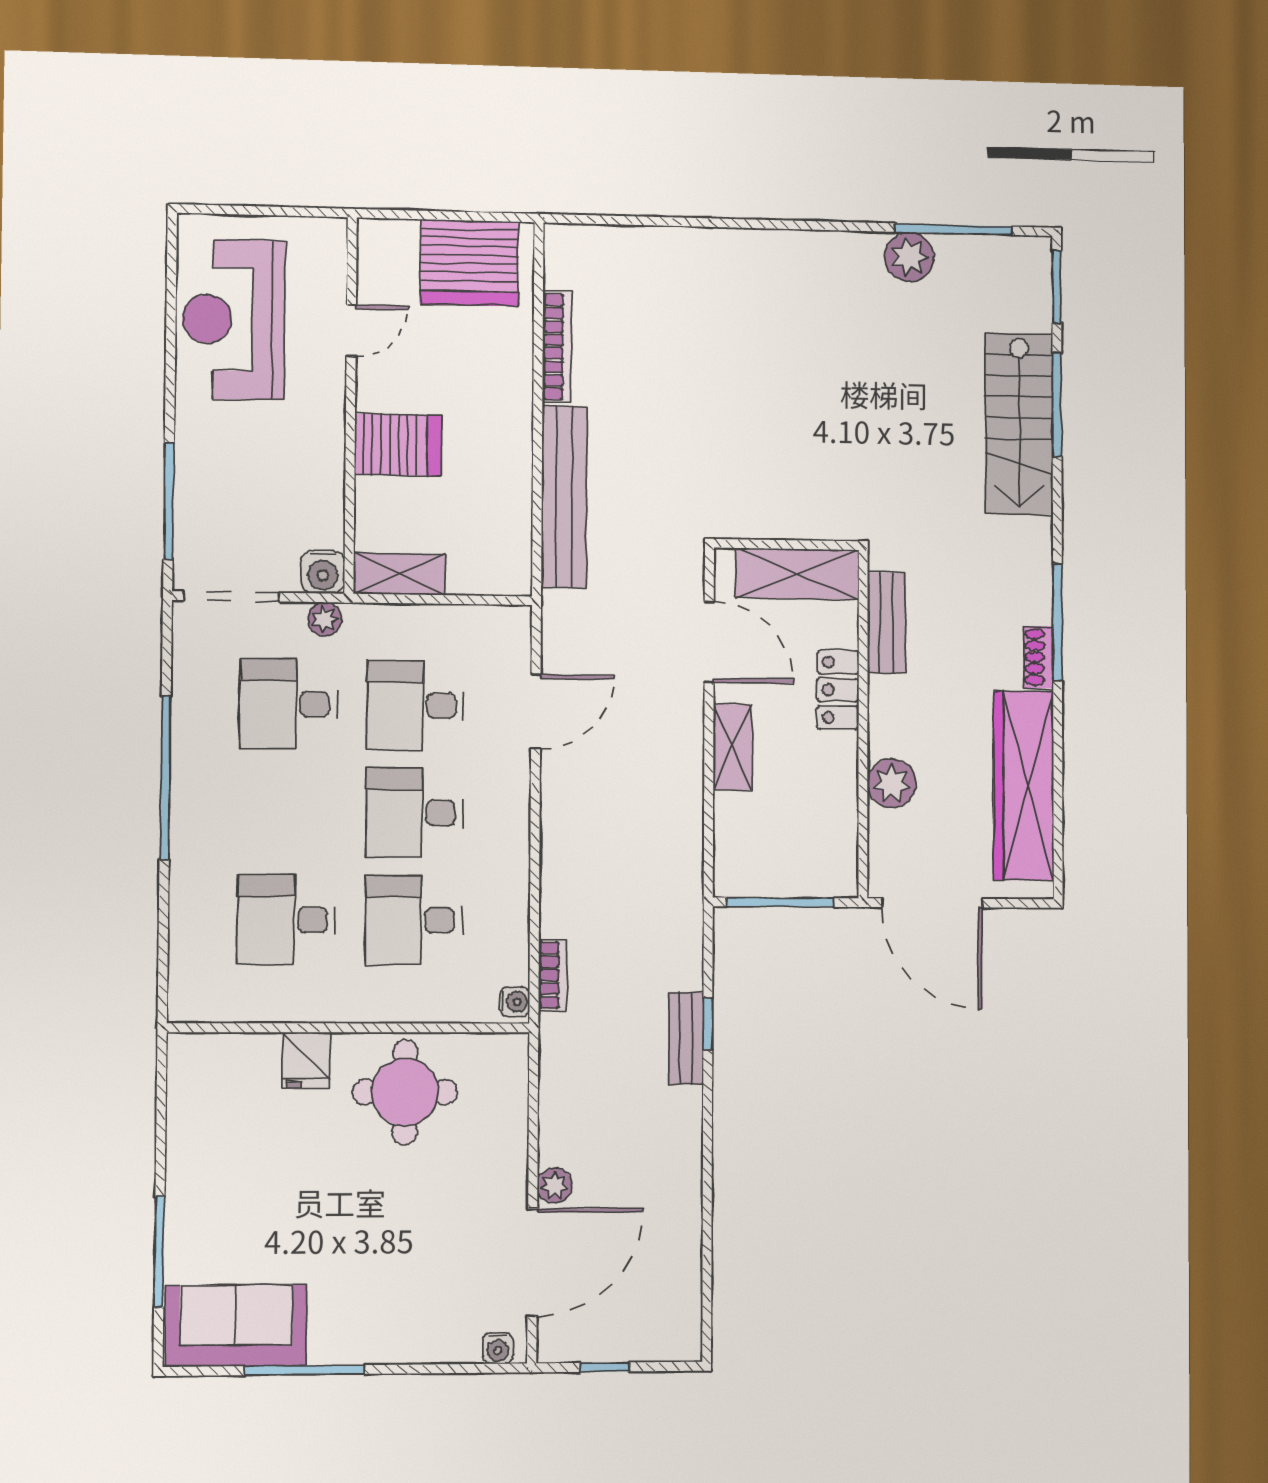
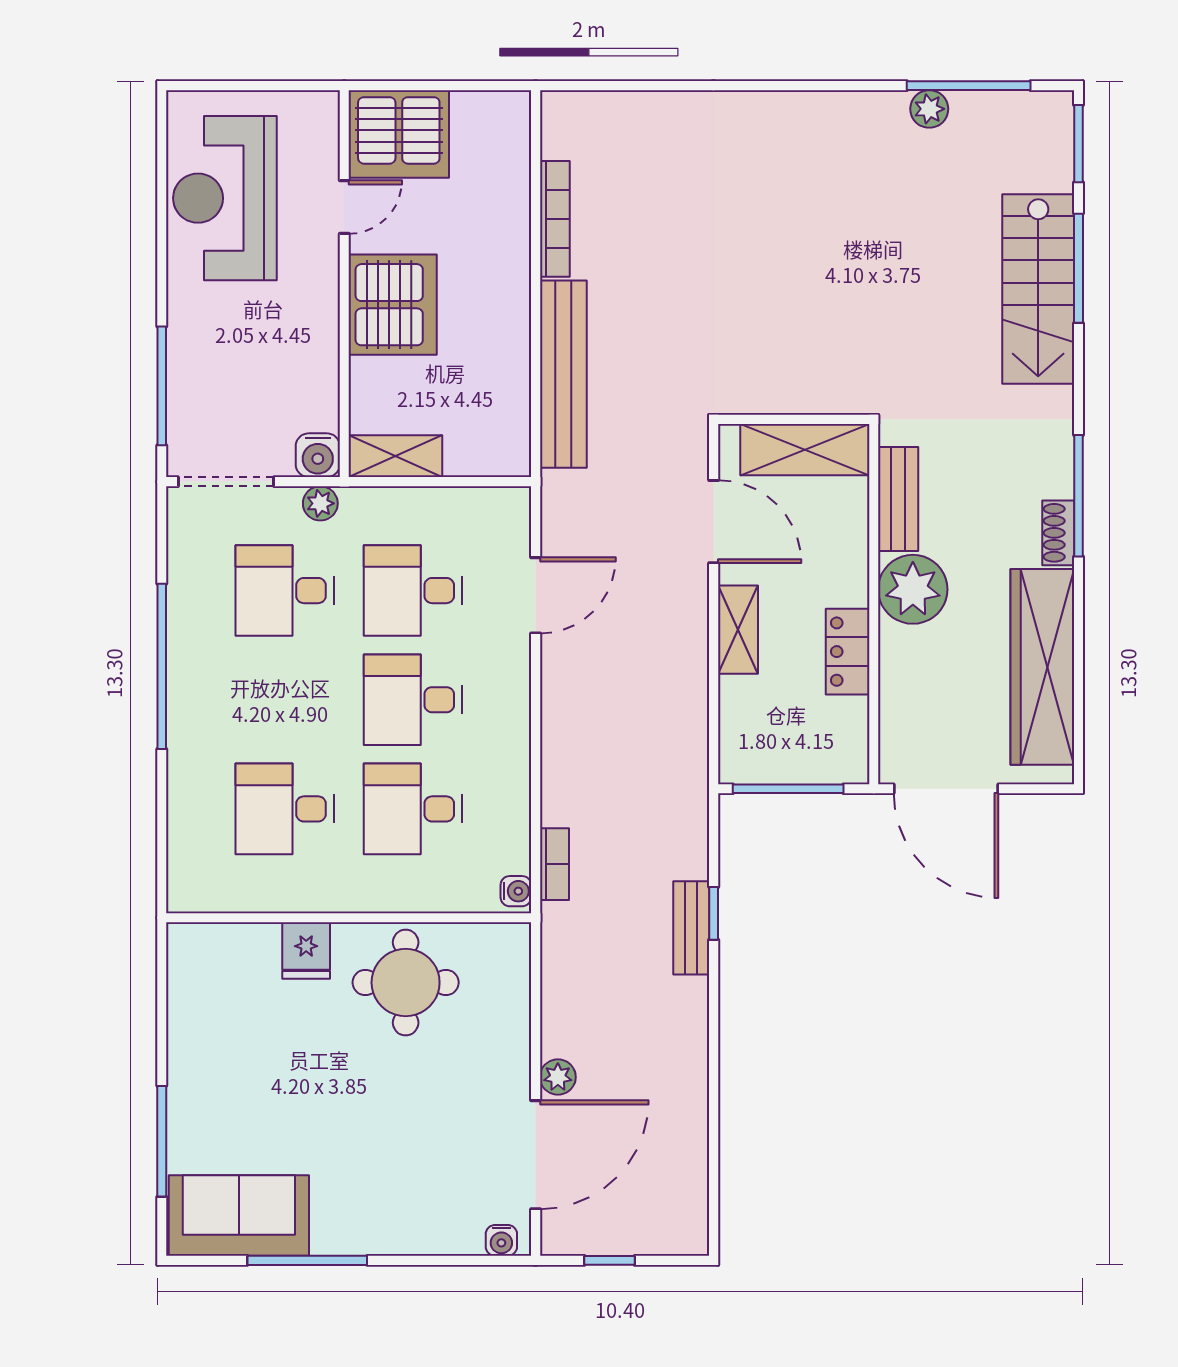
plant: (909, 257) -> (929, 109), width x0.73, depth x0.73
server rack: (469, 263) -> (399, 134), moved
server rack: (398, 445) -> (393, 305), width x1.60
locker: (838, 690) -> (848, 652), moved
plant: (891, 783) -> (913, 589), moved, width x1.36, depth x1.36

